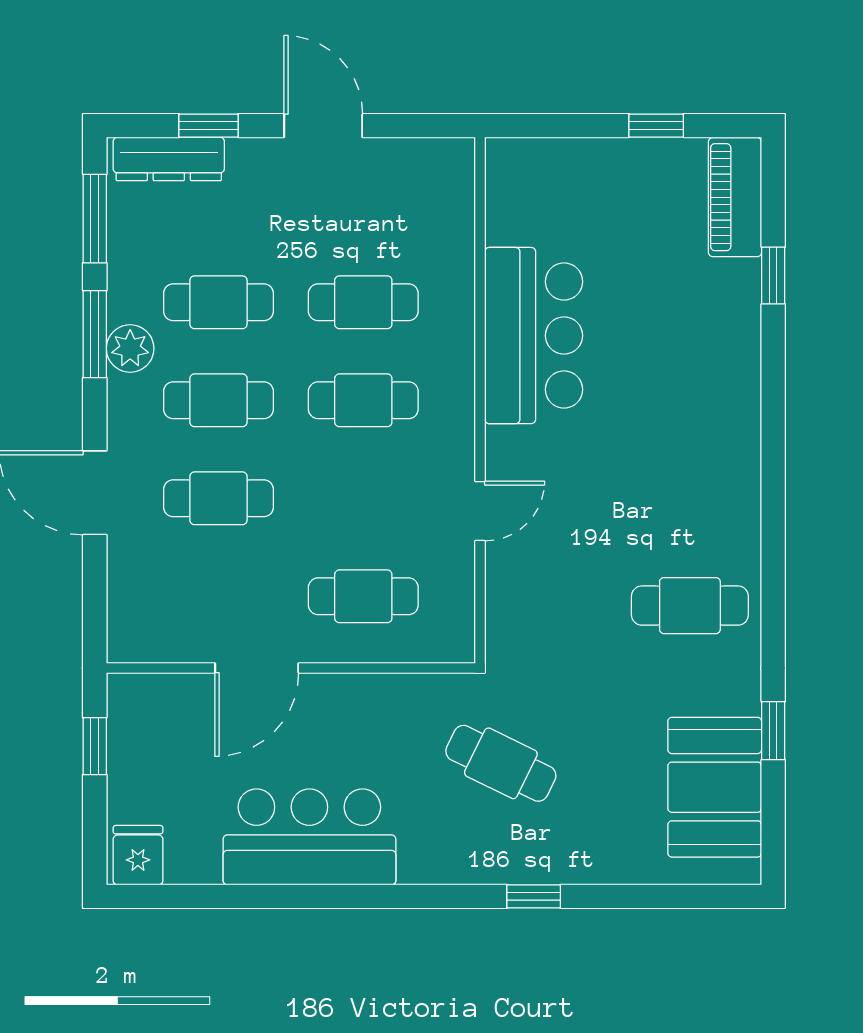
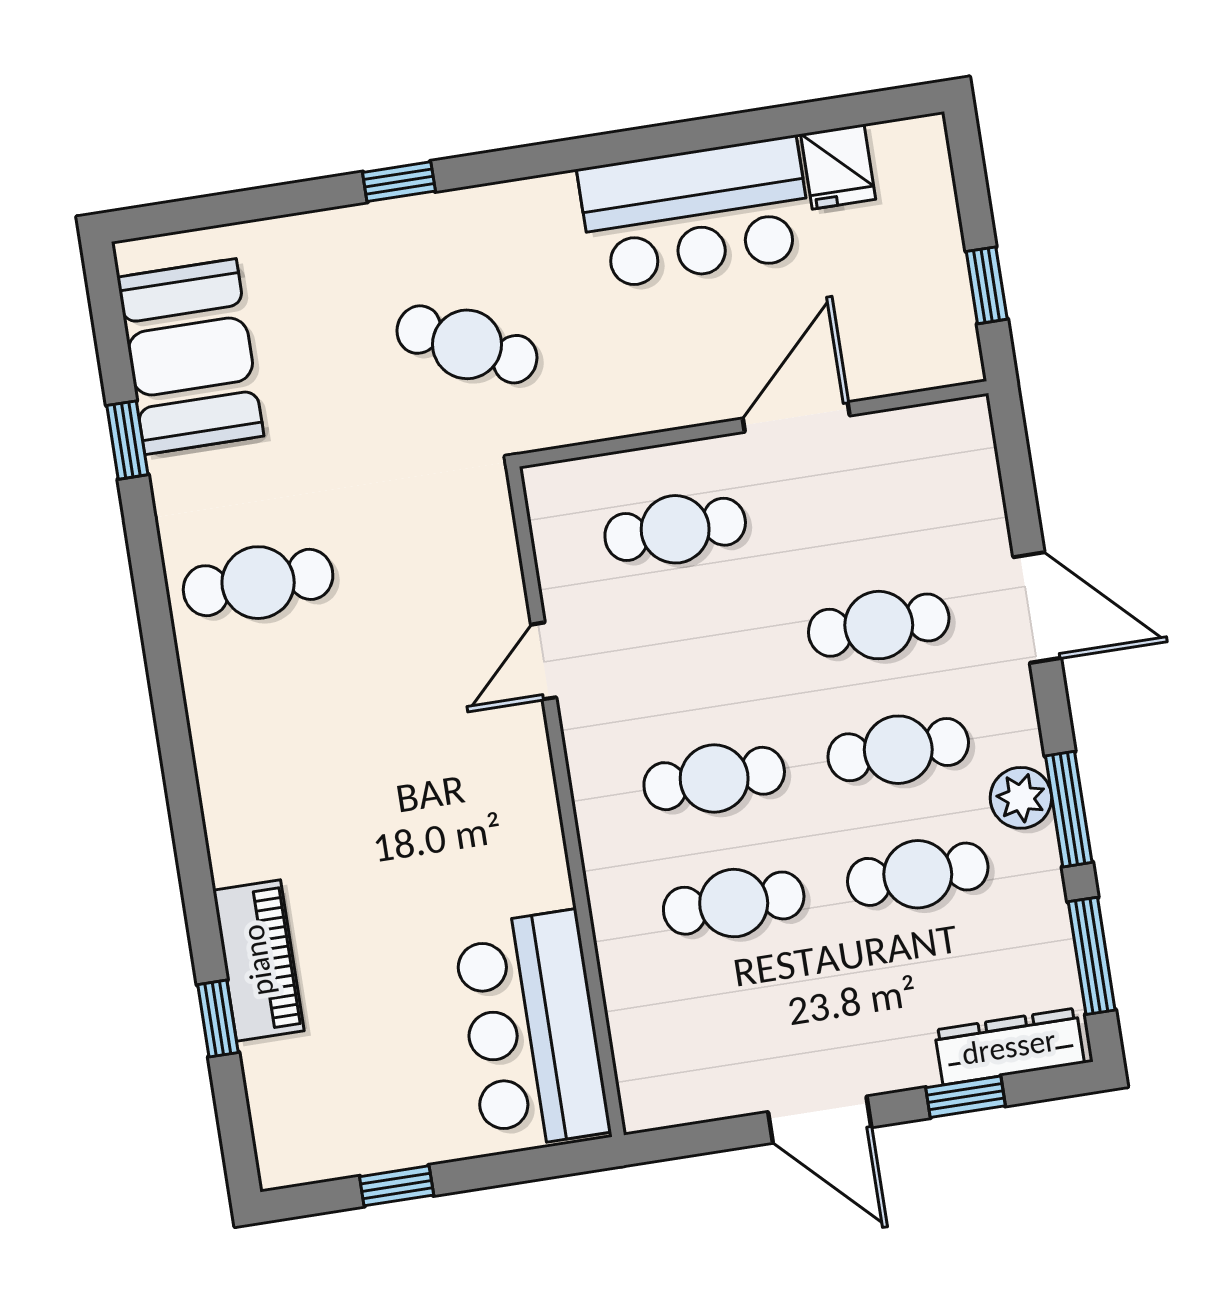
piano: (735, 197) -> (258, 960), moved
bar counter: (534, 336) -> (532, 1030), moved
fridge: (138, 855) -> (838, 167), moved

